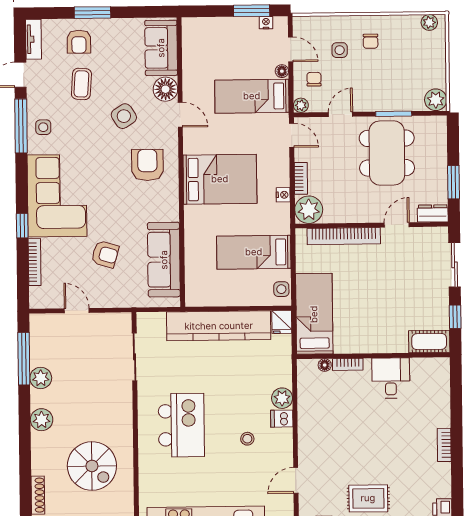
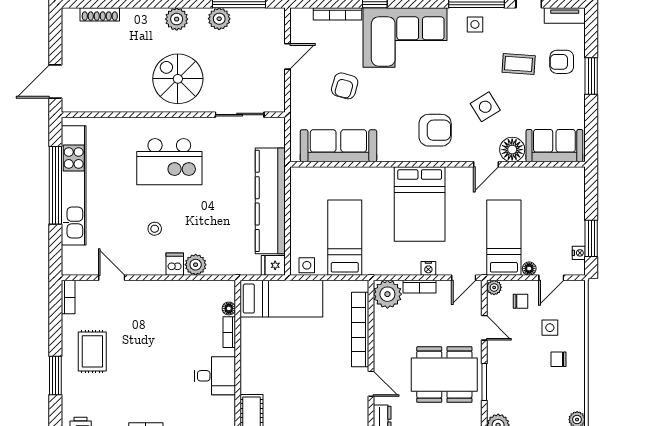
nightstand: (283, 195) -> (428, 268), moved
spiral stairs: (92, 466) -> (178, 79), moved, turned 90

